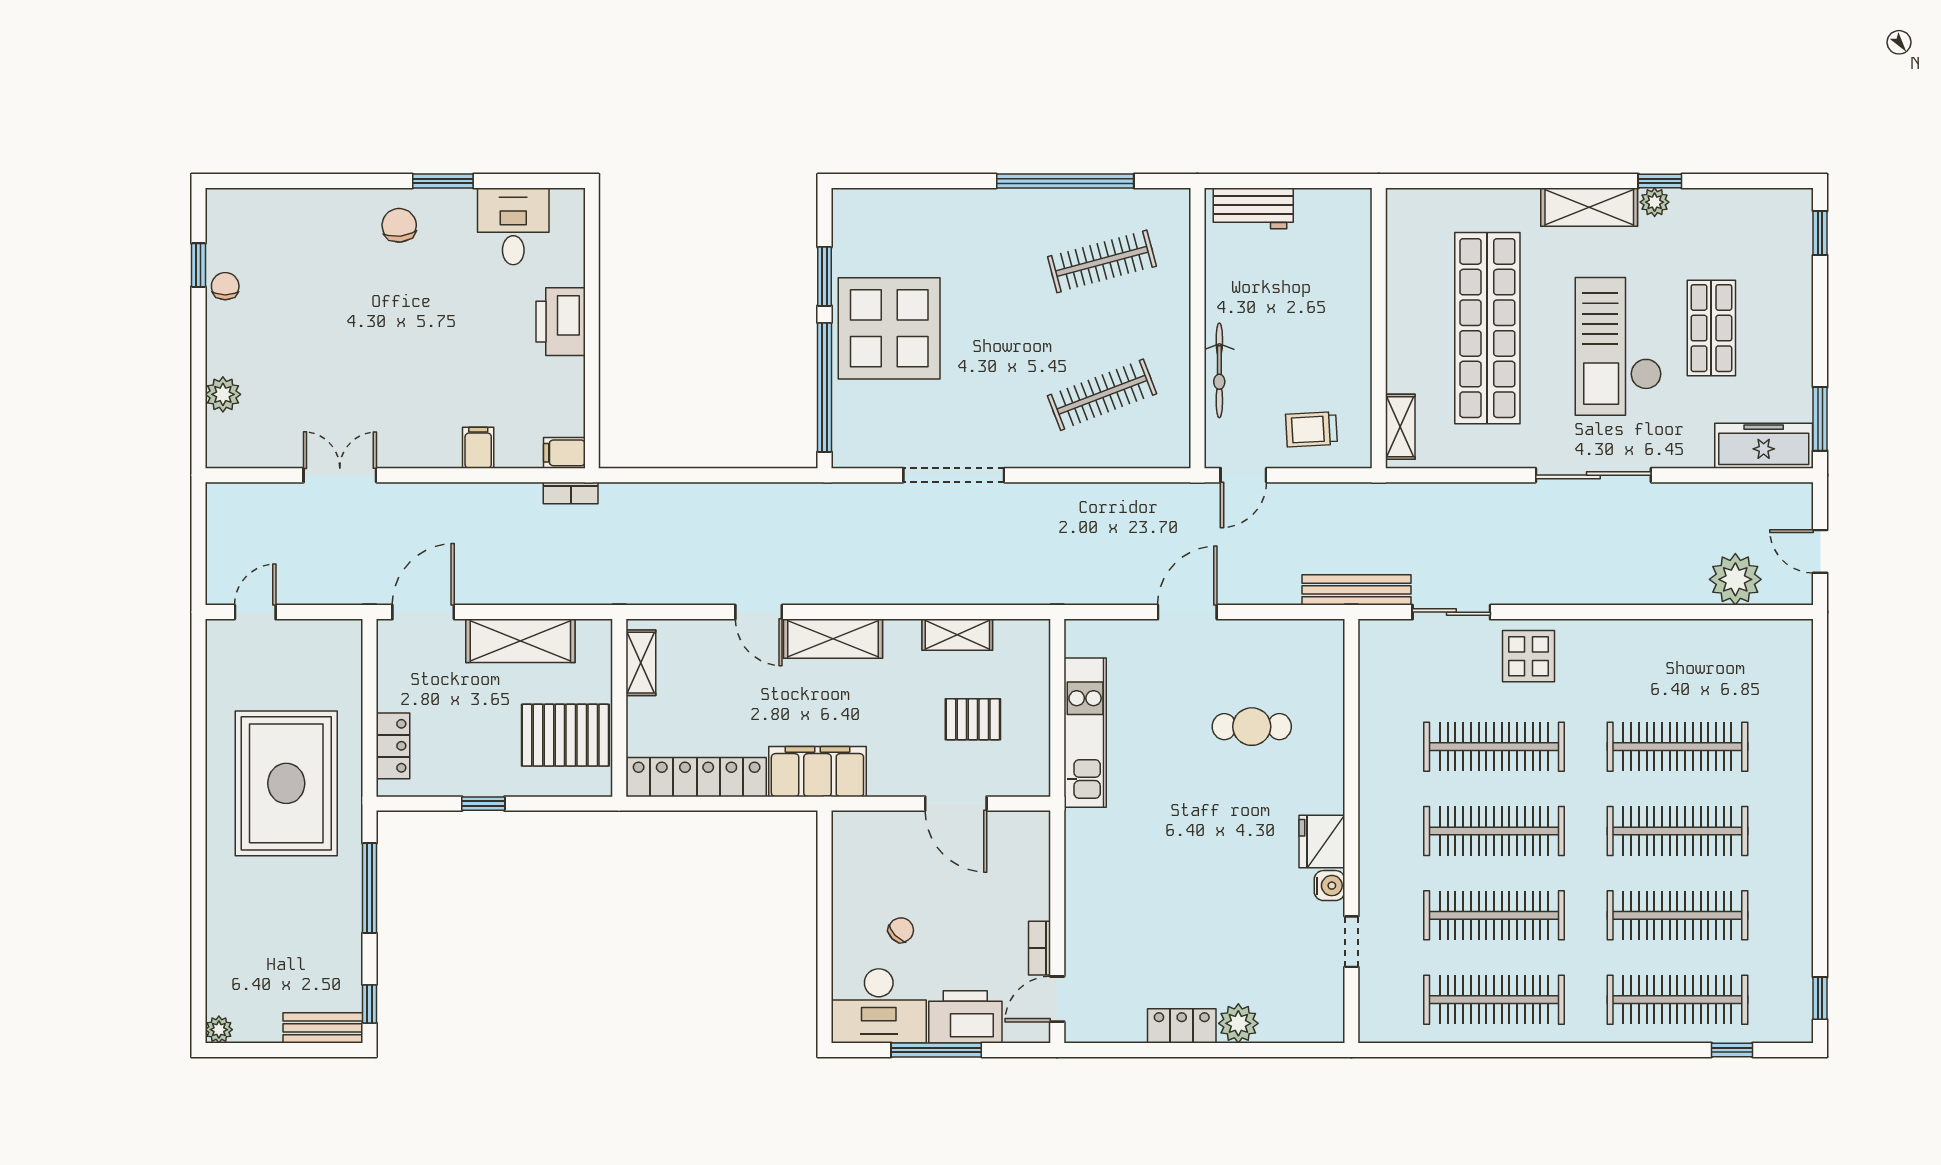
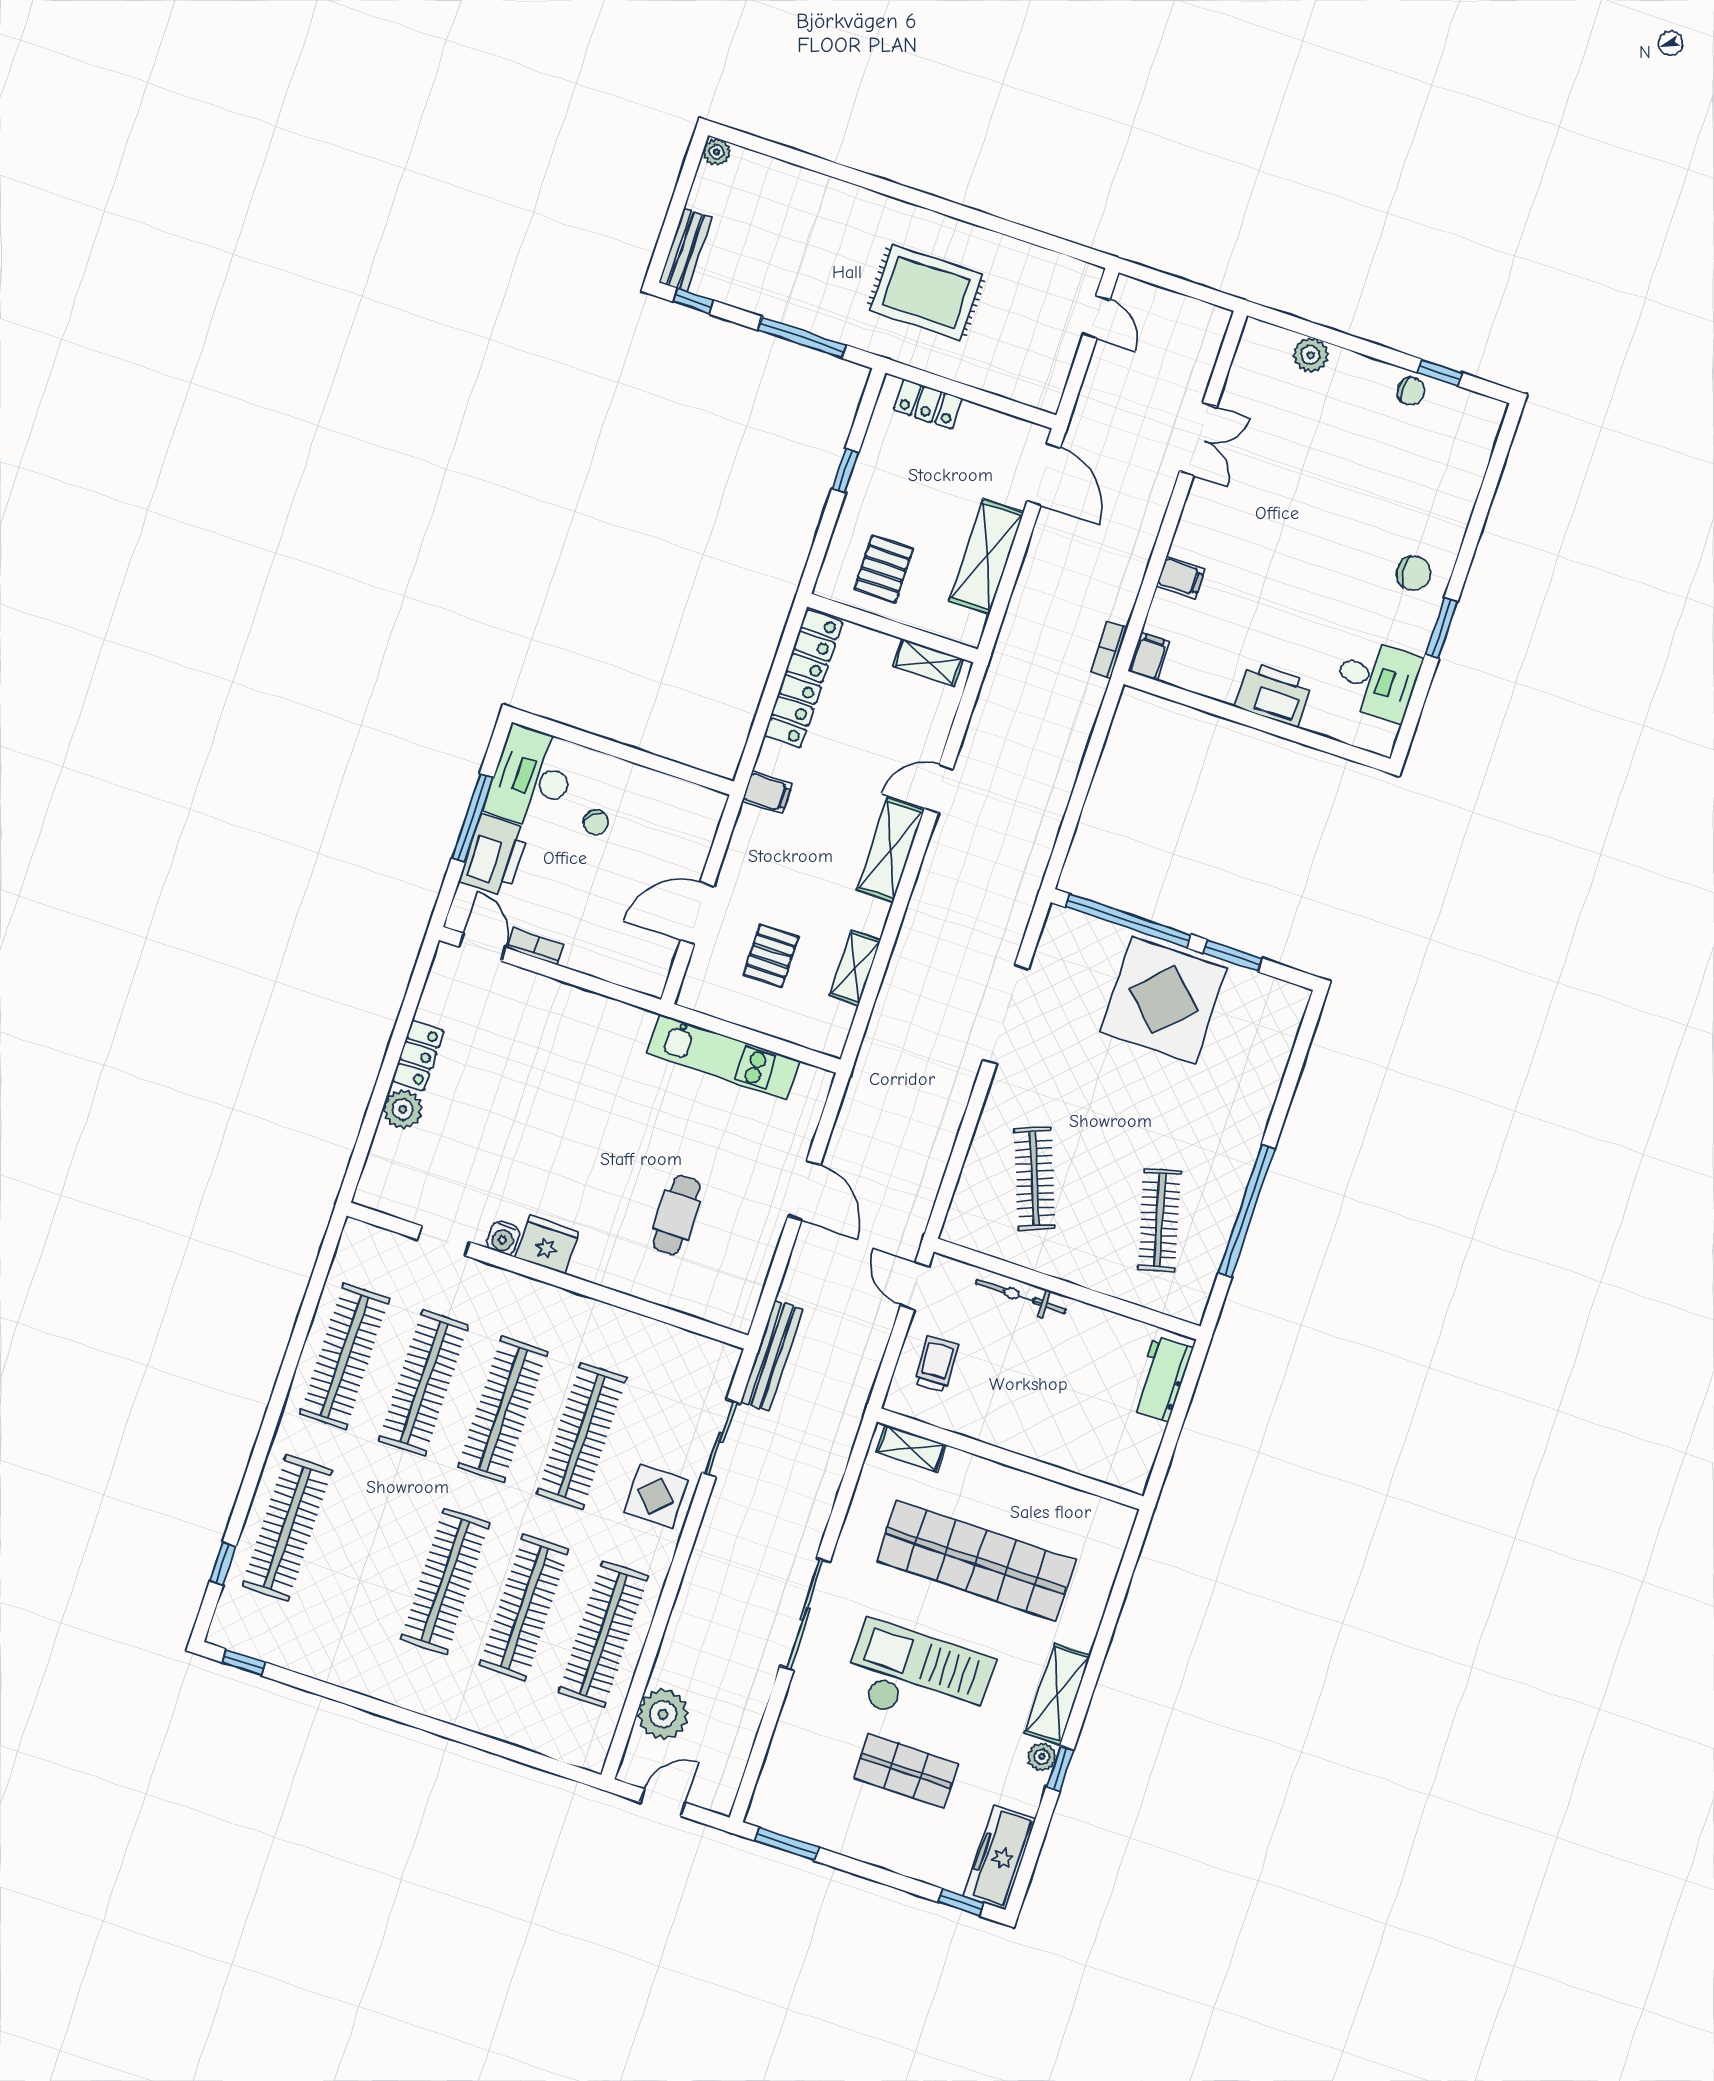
freezer: (1764, 446) -> (1000, 1857), moved, turned 180
pallet: (565, 735) -> (884, 569), width x0.67, depth x0.71
filing cabinet: (817, 772) -> (767, 793), width x0.33, depth x0.86
rug: (286, 783) -> (926, 292), width x0.73, depth x0.69
clothes rail: (1677, 915) -> (603, 1634), moved

